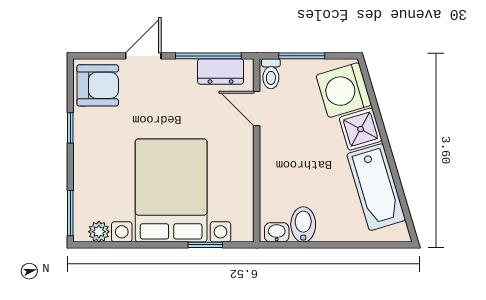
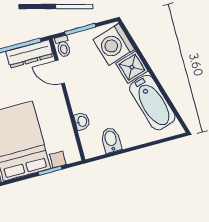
dresser: (221, 71) -> (30, 54), width x1.44
washbasin: (277, 232) -> (82, 121), moved, turned 90

